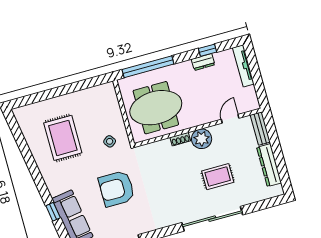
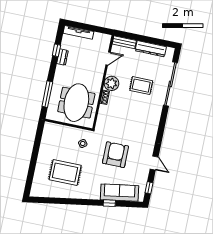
window: (148, 67) -> (47, 94), width x0.68
door: (230, 119) -> (108, 58), swing flipped
rug: (218, 177) -> (141, 86), turned 90
armchair: (117, 189) -> (116, 155), turned 180
sliding door: (212, 219) -> (170, 84), moved

